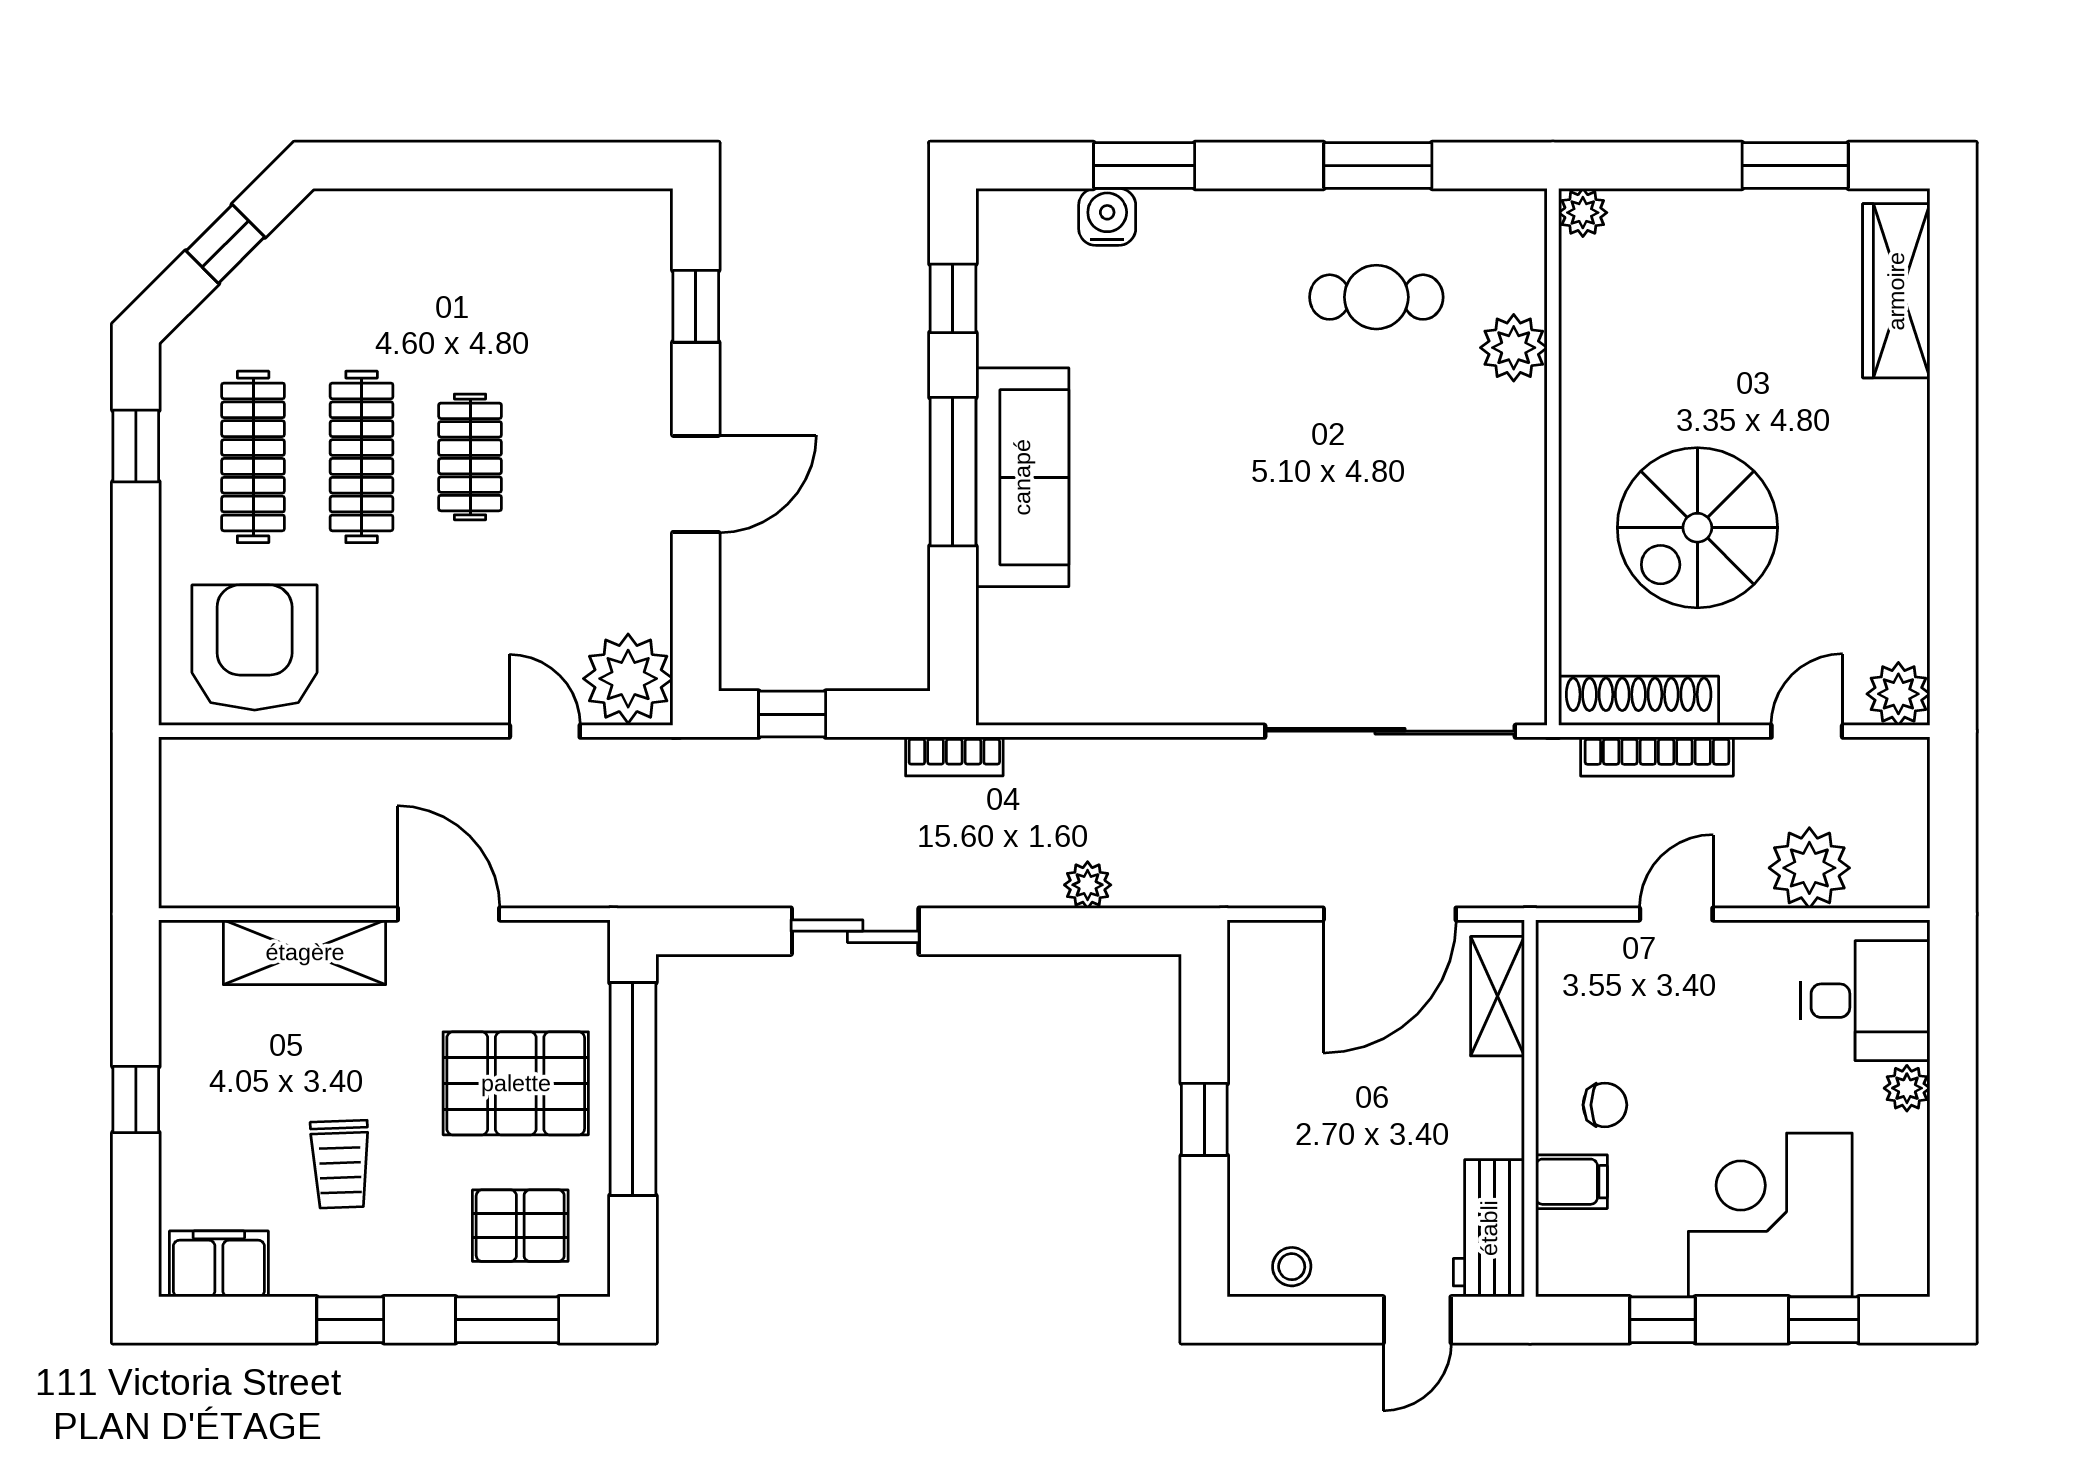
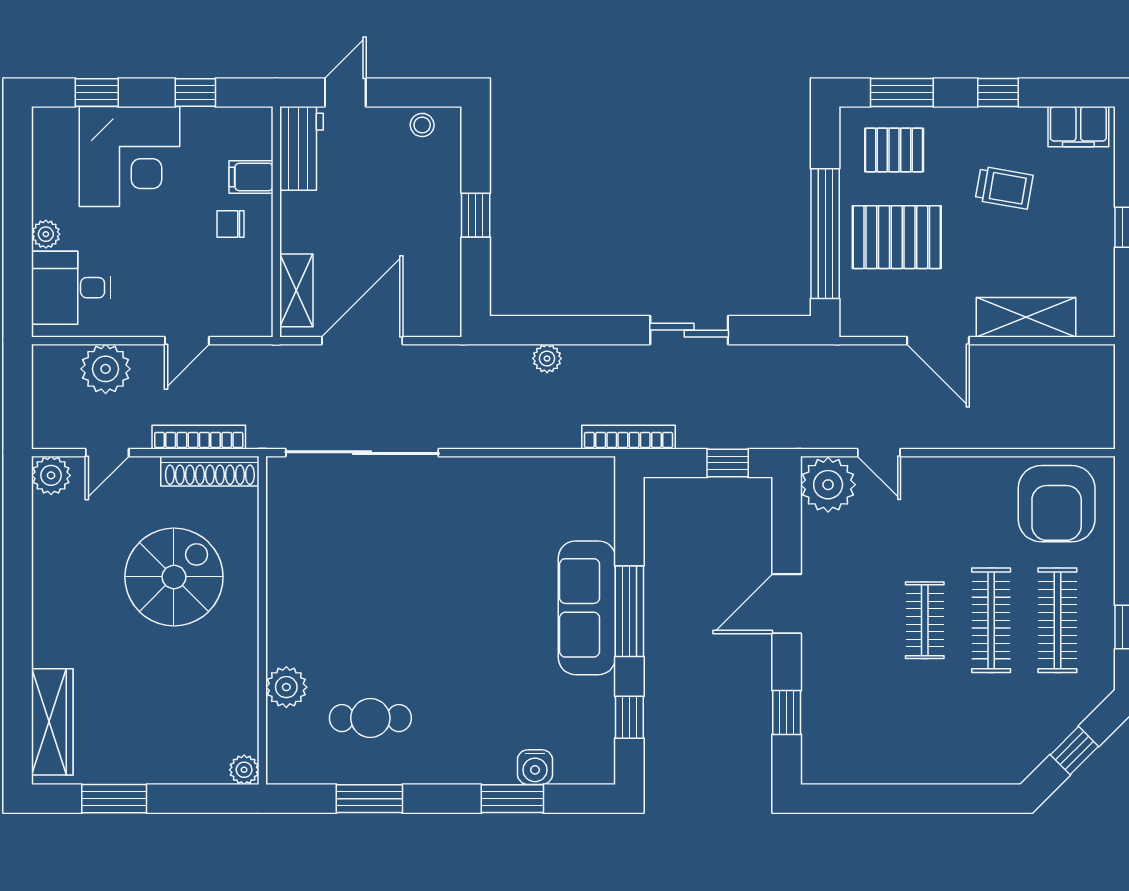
bookcase: (954, 756) -> (629, 437), width x1.56
trolley: (340, 1164) -> (1004, 188), turned 102

